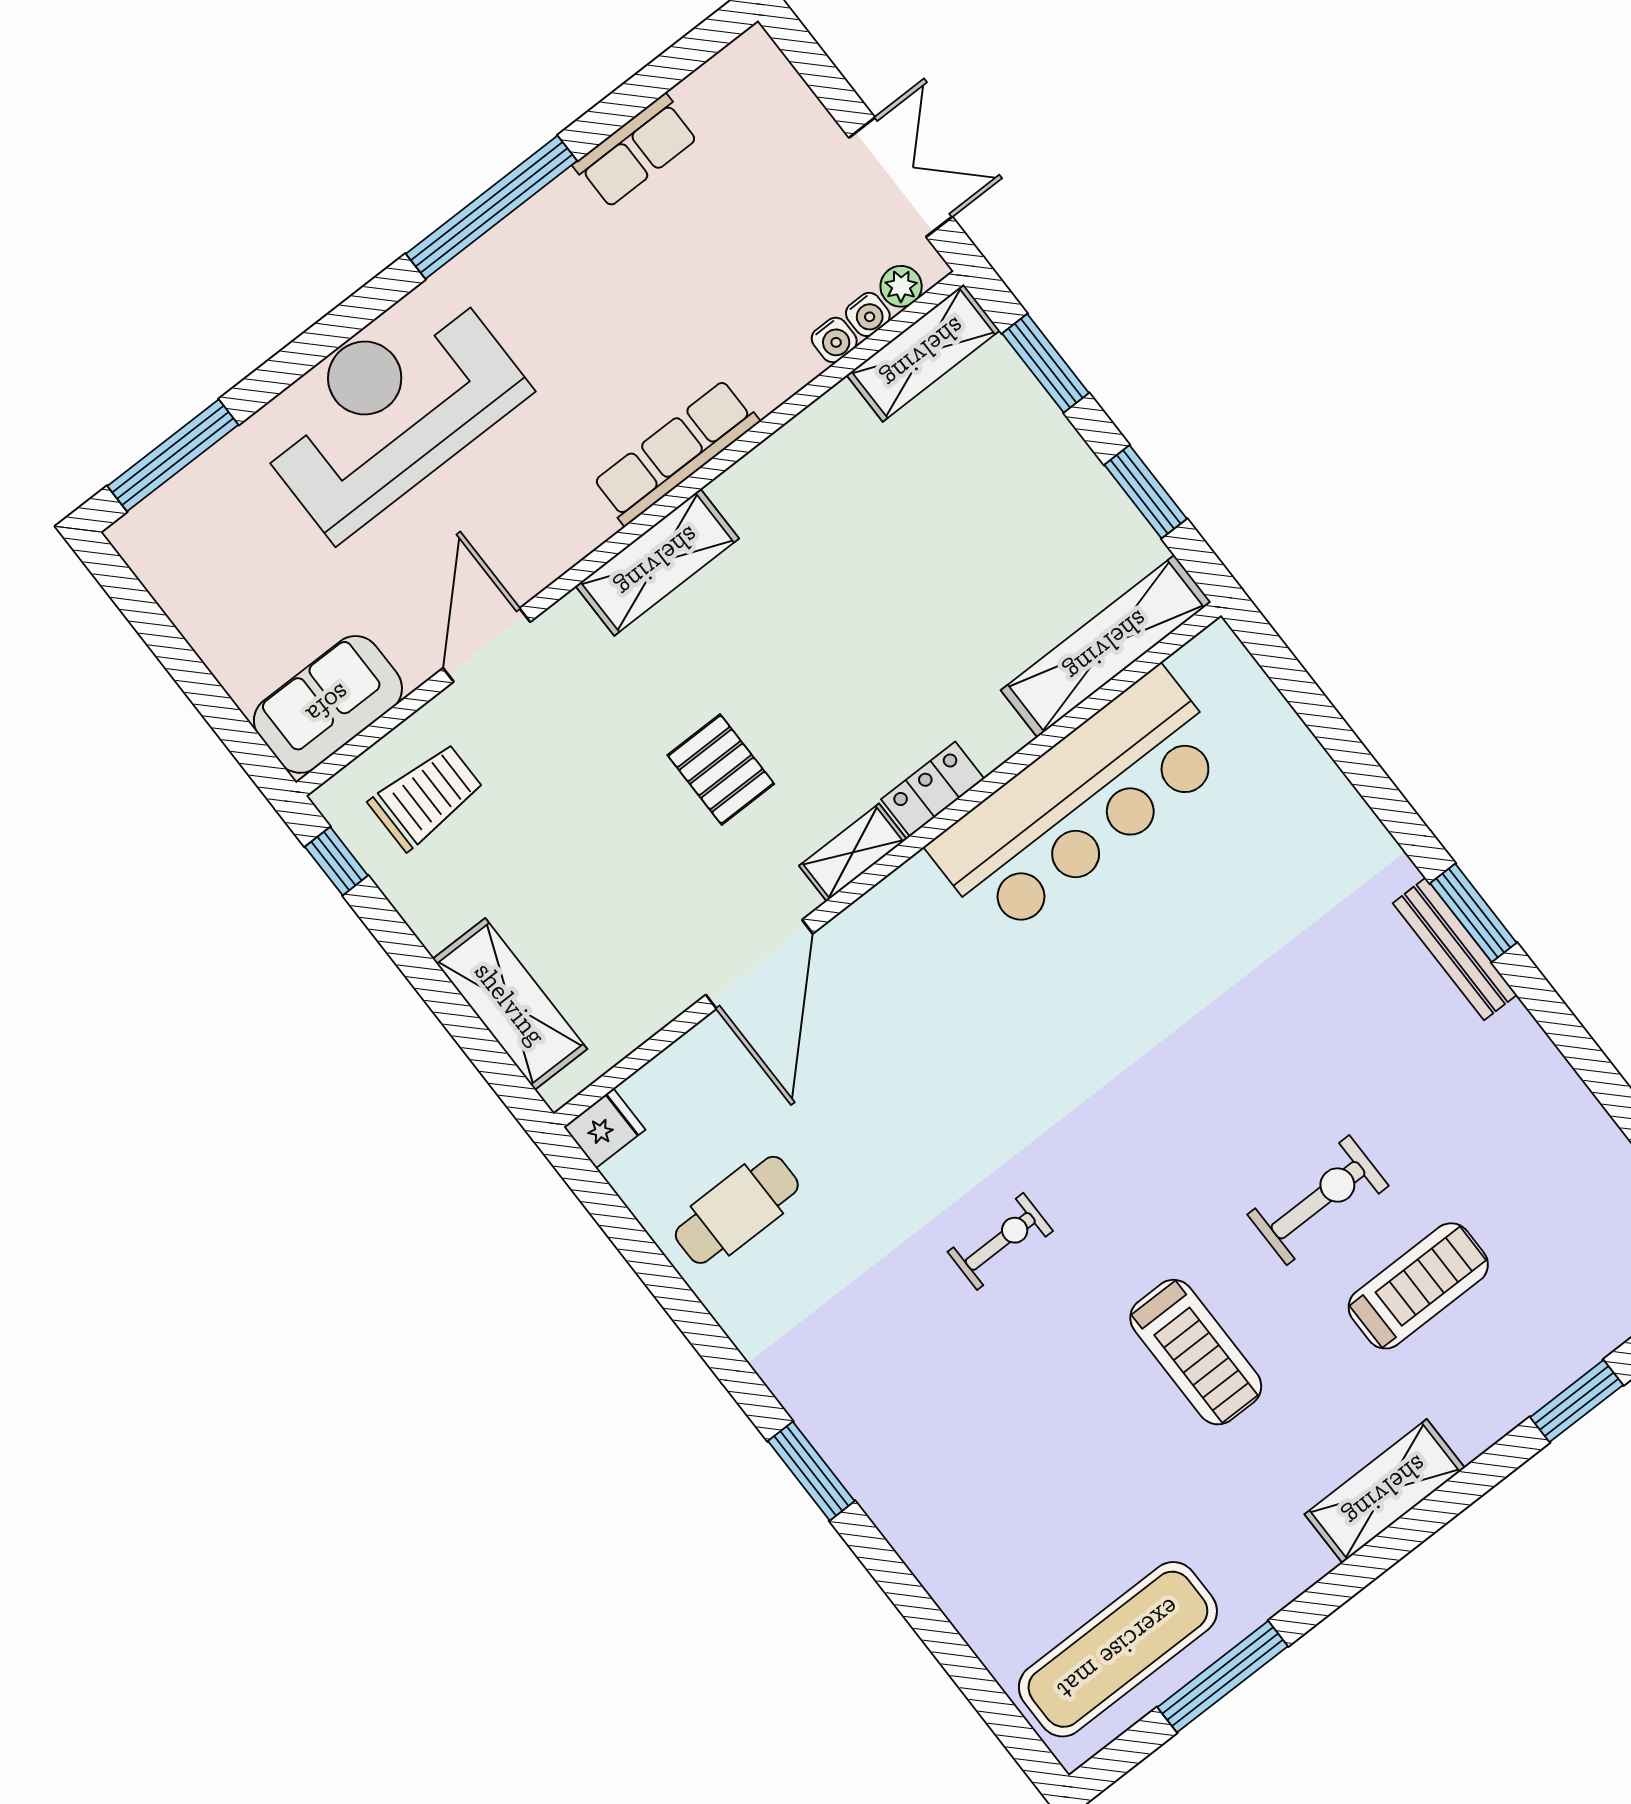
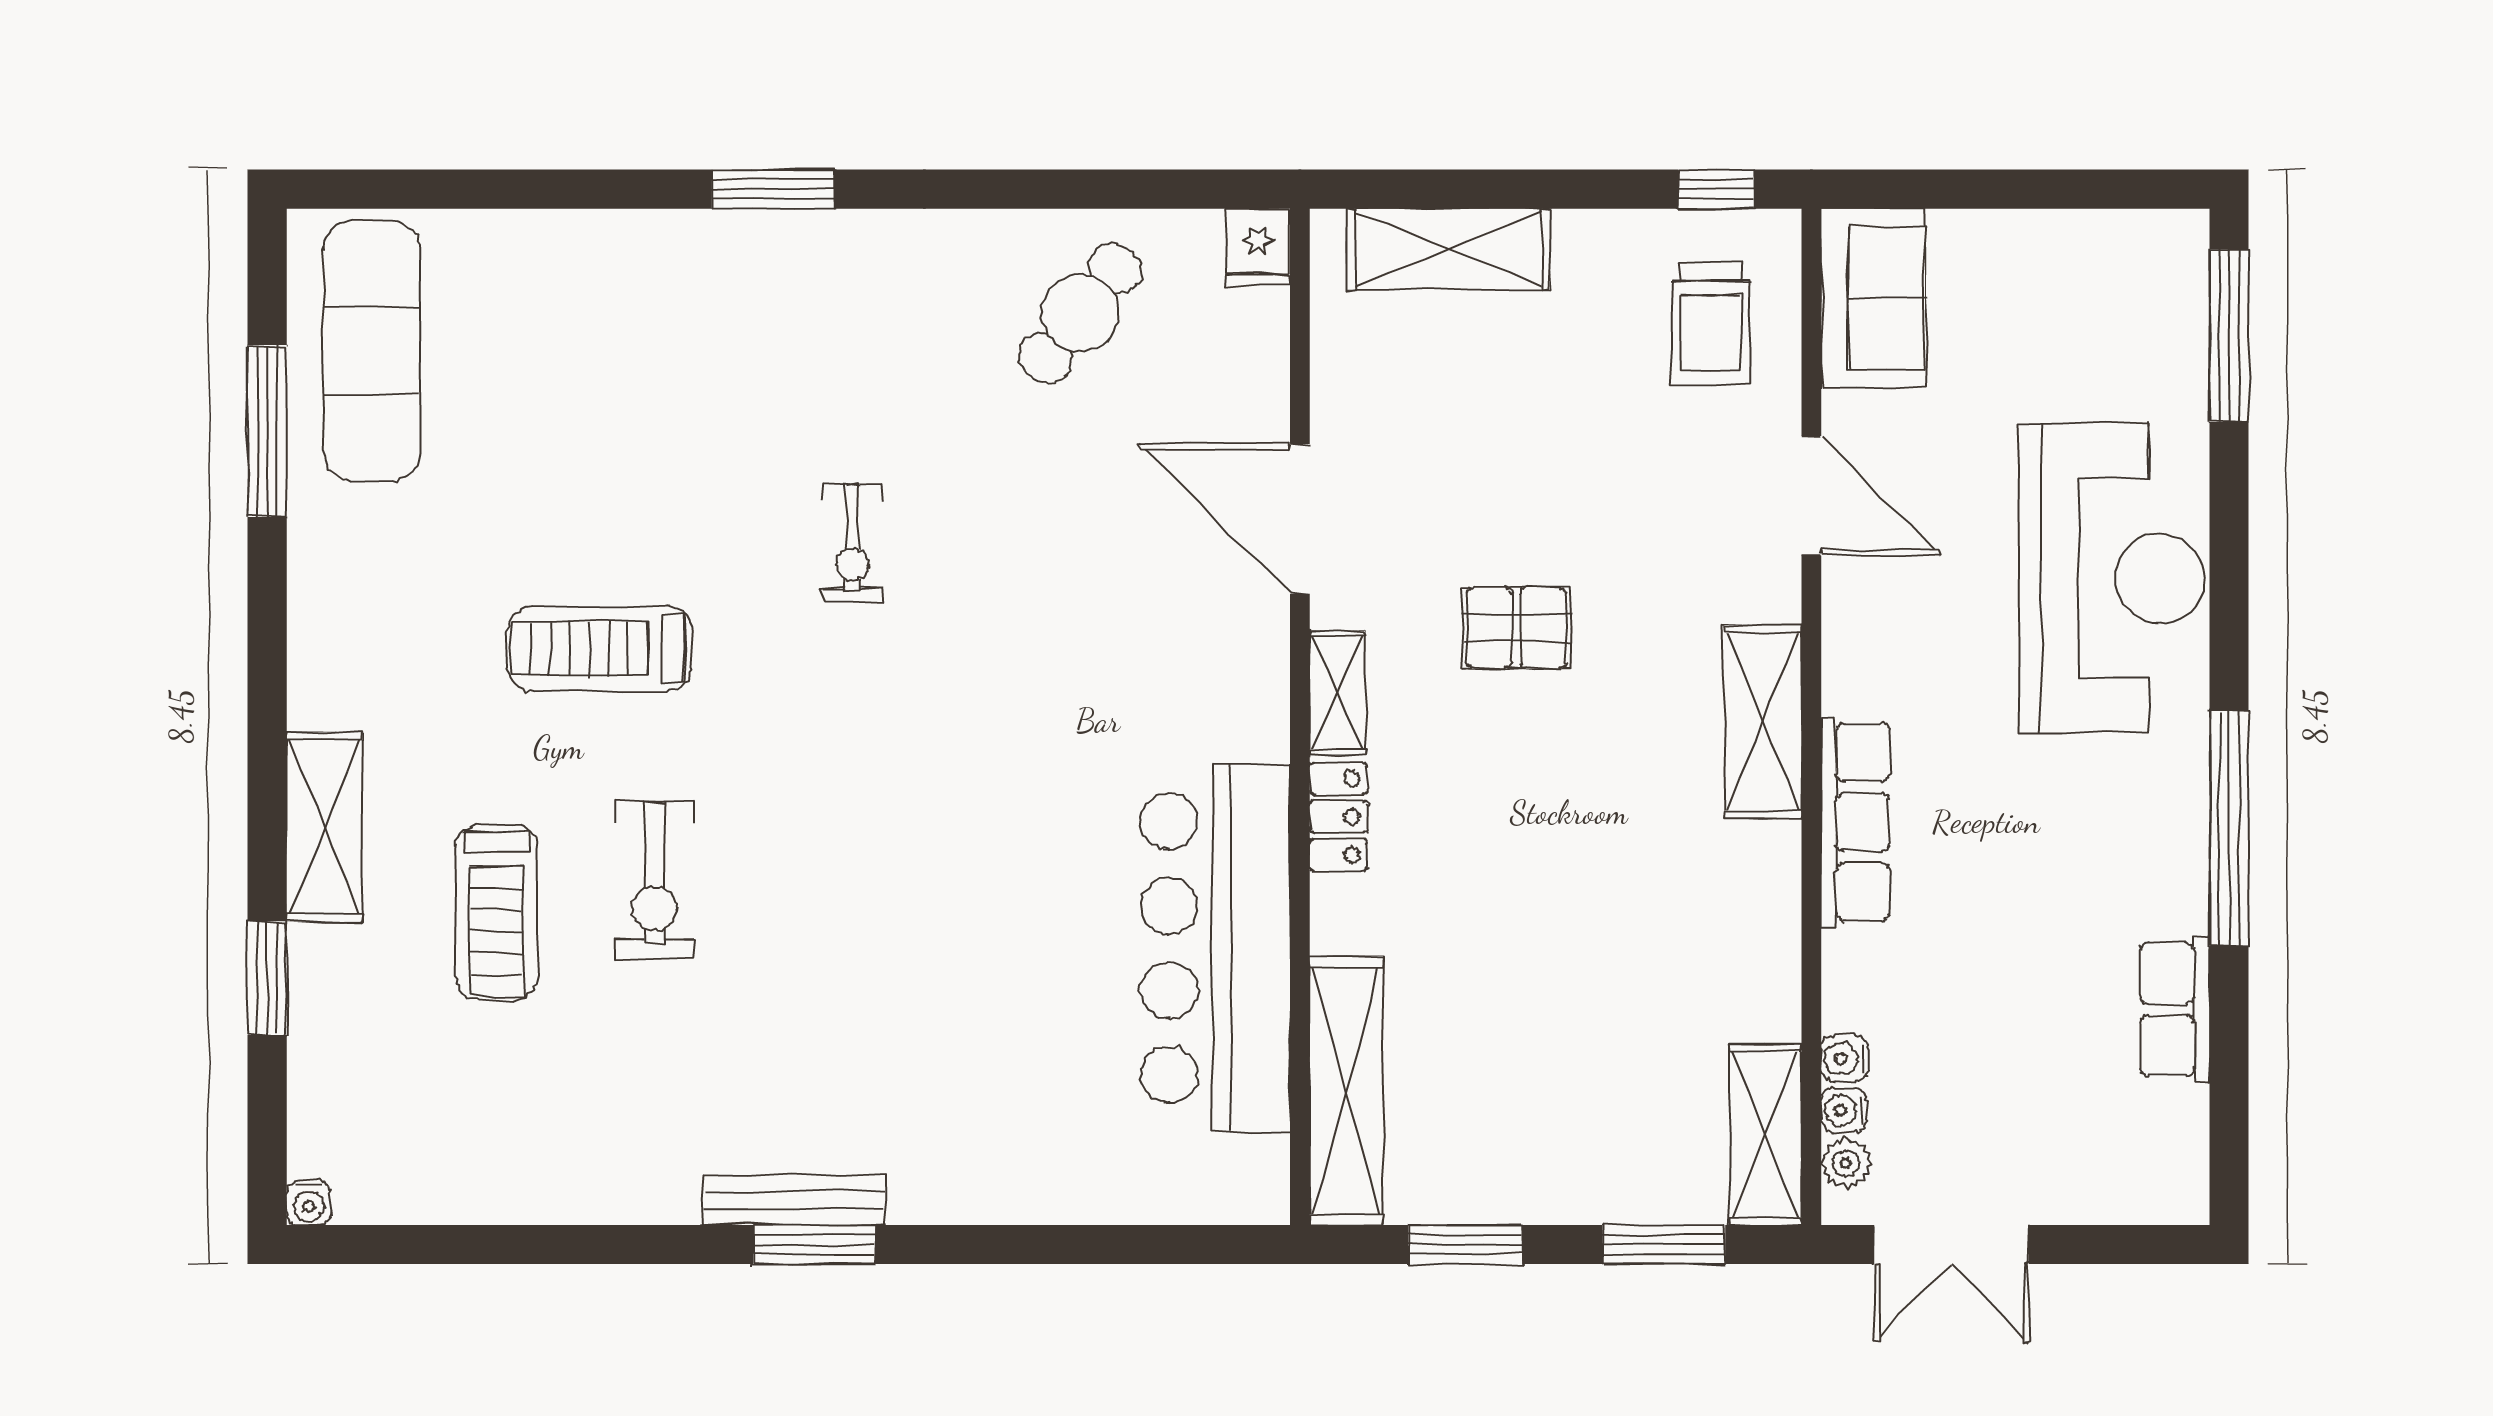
cafe table: (737, 1210) -> (1080, 313), turned 38
shelving: (1385, 1491) -> (324, 827), moved

